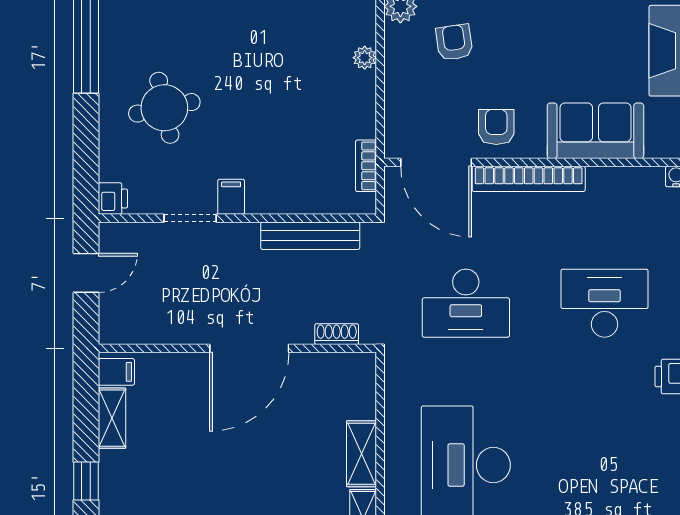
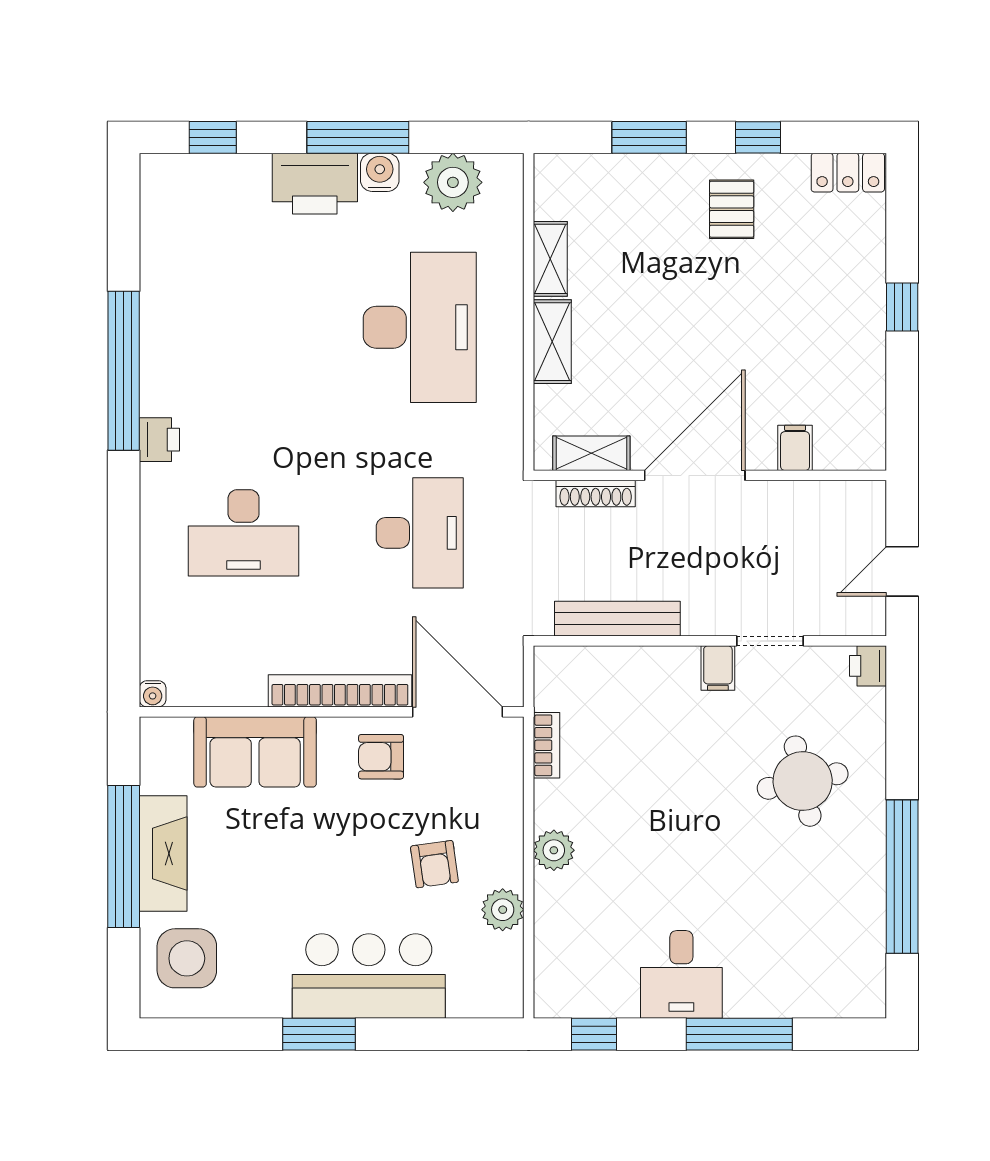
plant: (365, 58) -> (554, 850), width x1.38, depth x1.38
armchair: (496, 127) -> (381, 757), turned 90
bookcase: (366, 166) -> (546, 745), moved
desk: (466, 303) -> (420, 533), turned 90
shoe rack: (337, 334) -> (596, 494), width x1.43
filing cabinet: (116, 372) -> (795, 448), moved, turned 90
shelving: (112, 418) -> (591, 453), moved, turned 90

